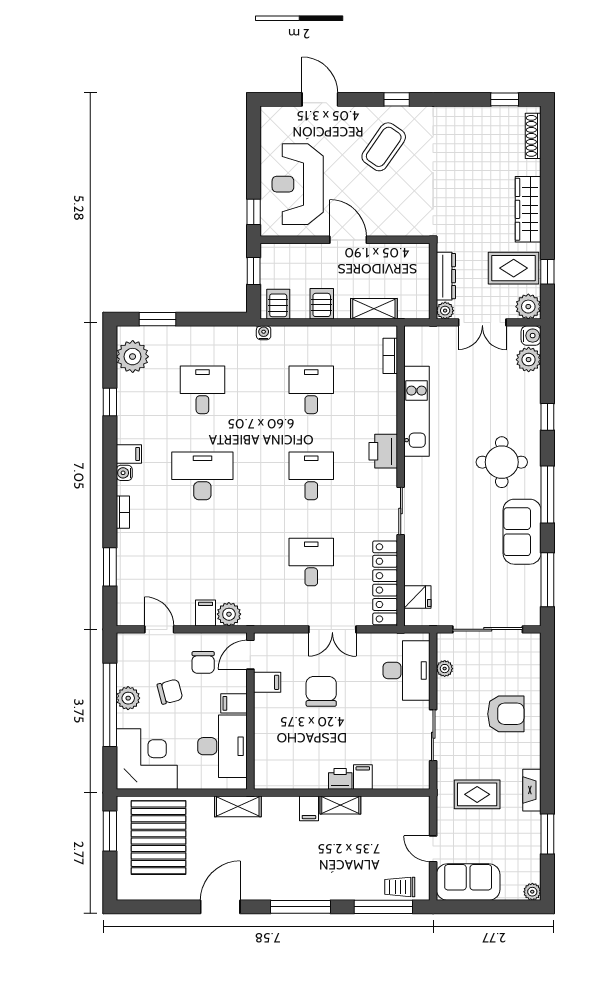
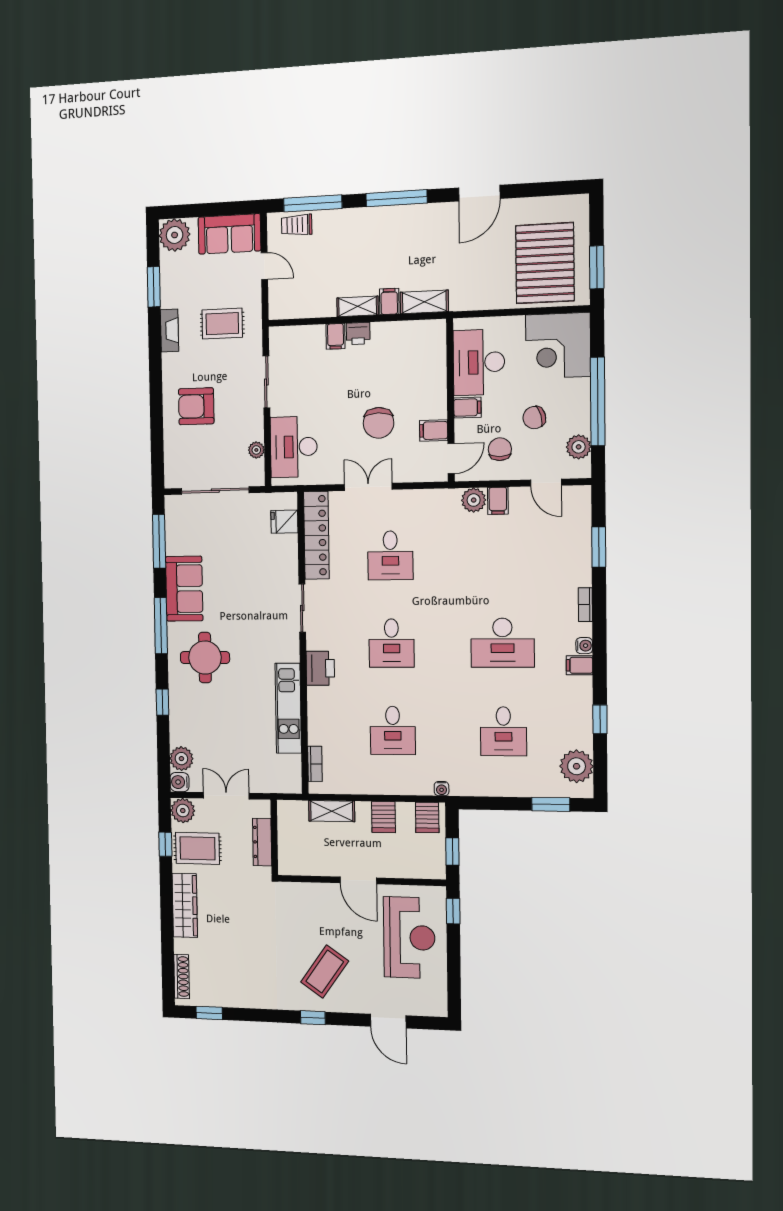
plant: (445, 311) -> (262, 808), removed
plant: (128, 698) -> (579, 447), moved
shelving: (238, 806) -> (424, 302), moved
trolley: (400, 887) -> (297, 225), turned 180
plant: (532, 892) -> (175, 235), width x1.88, depth x1.88

